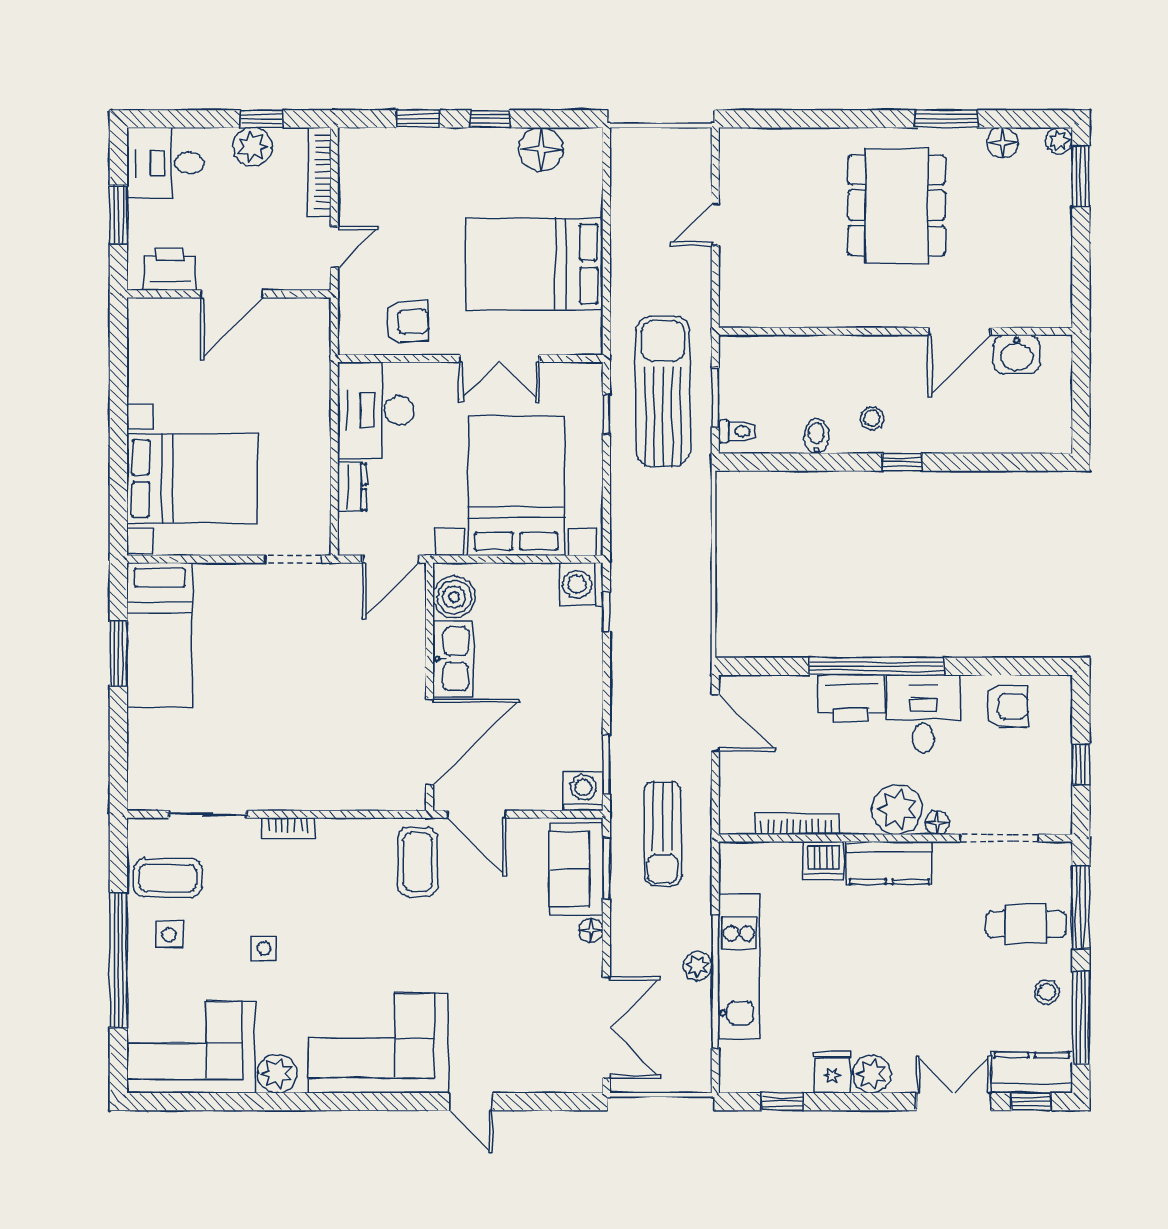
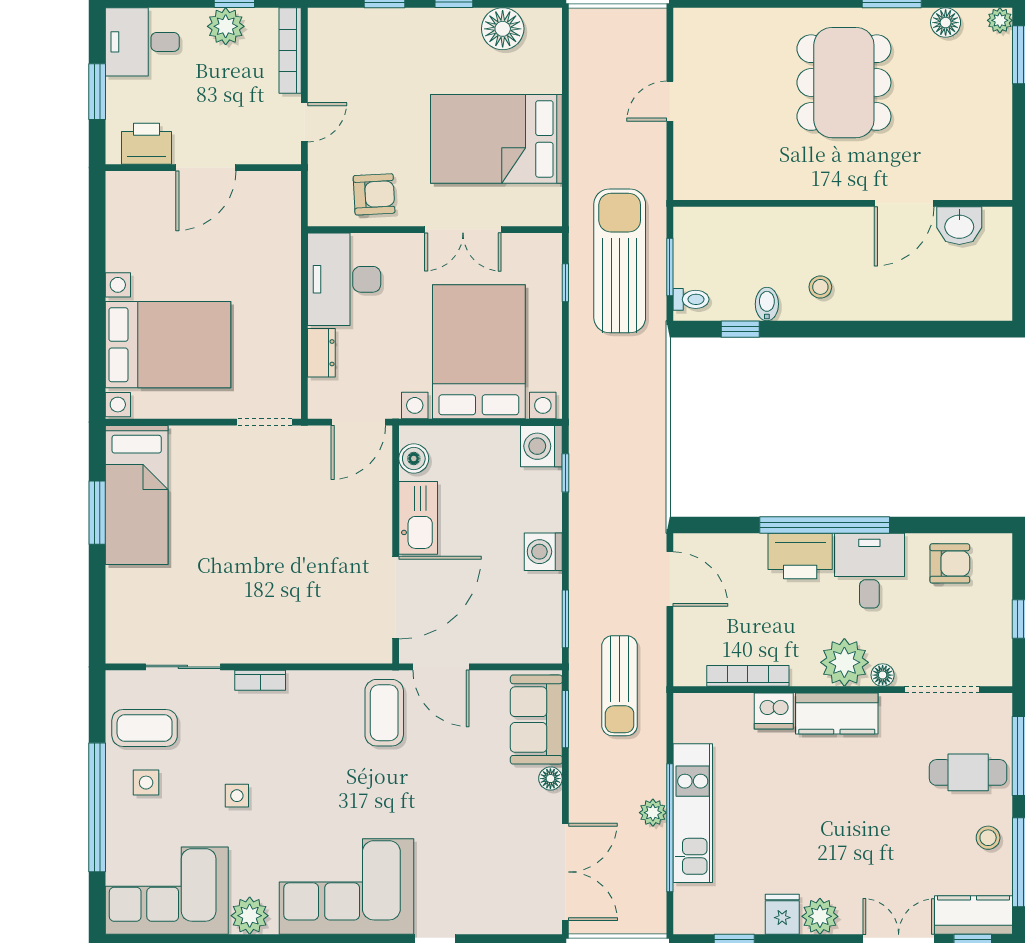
window: (902, 462) -> (740, 329), moved
boiler: (454, 597) -> (414, 459), width x0.73, depth x0.73
washing machine: (583, 791) -> (543, 552), moved, turned -90

